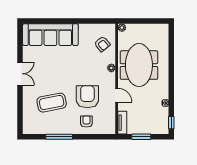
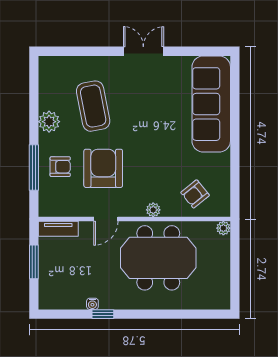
double door: (20, 74) -> (143, 51), swing flipped
armchair: (87, 97) -> (103, 168), turned -90
window: (171, 123) -> (103, 314), moved
plant: (61, 128) -> (49, 122), added
window: (59, 137) -> (34, 168), moved

